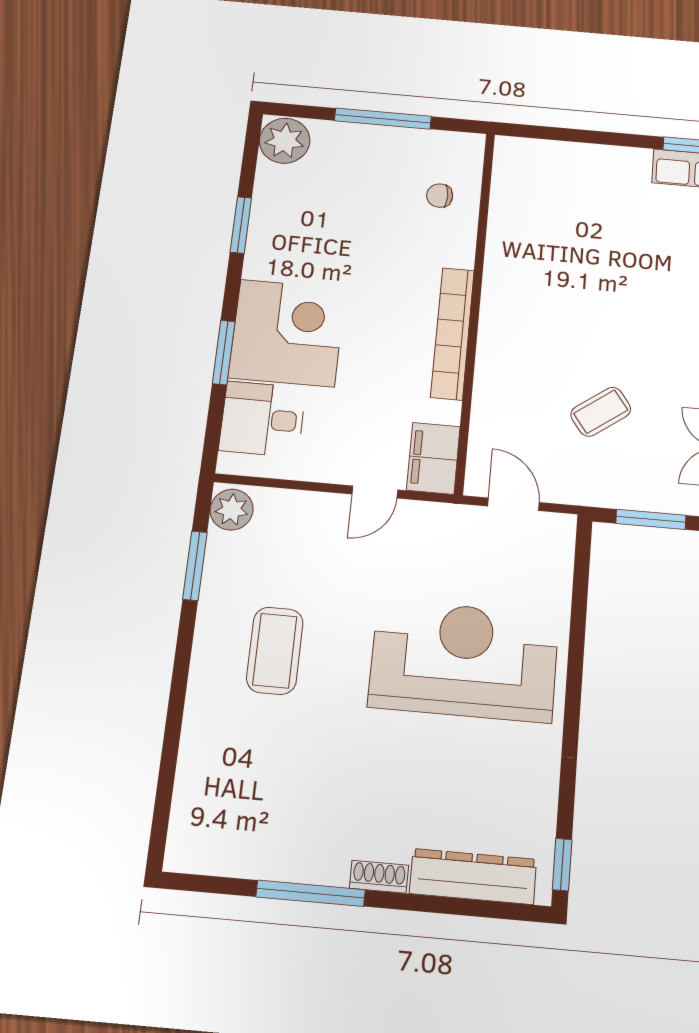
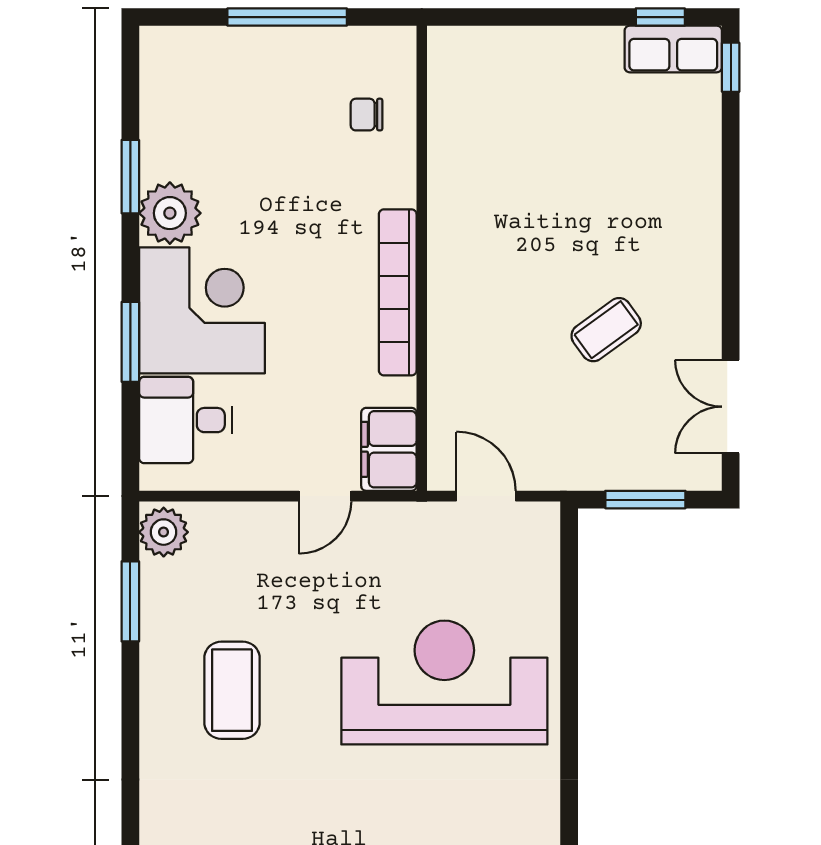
plant: (285, 141) -> (170, 213), moved
coffee table: (601, 412) -> (606, 330), moved

